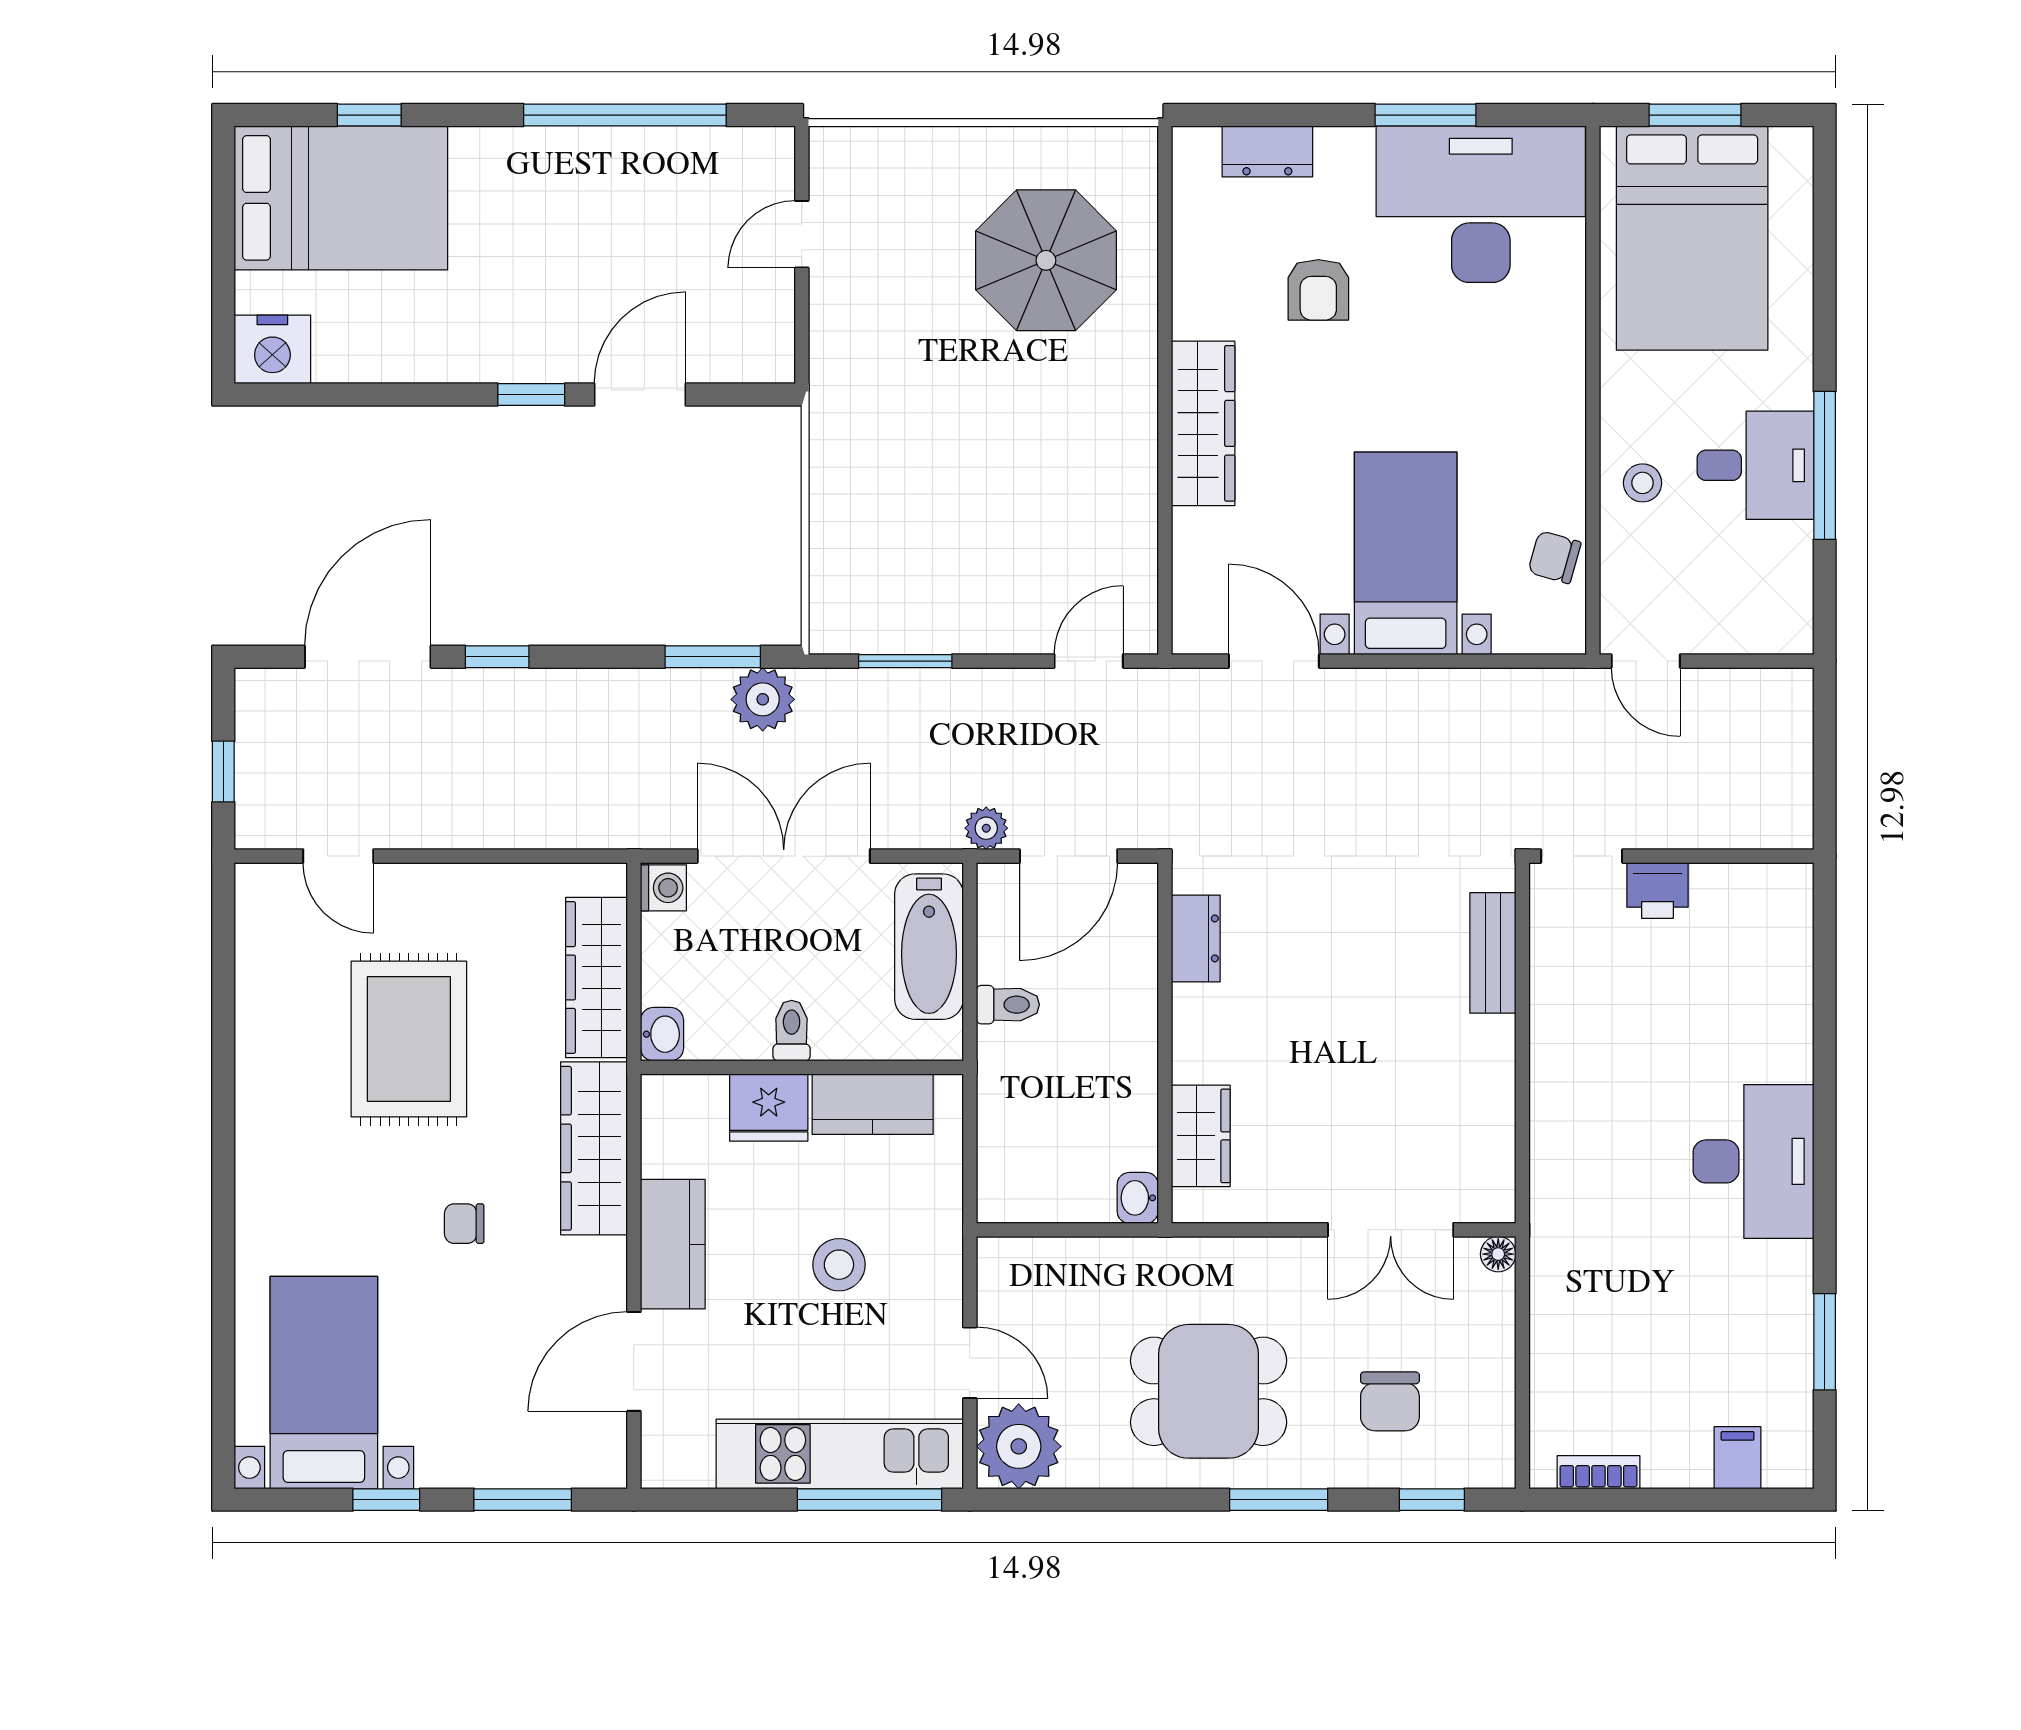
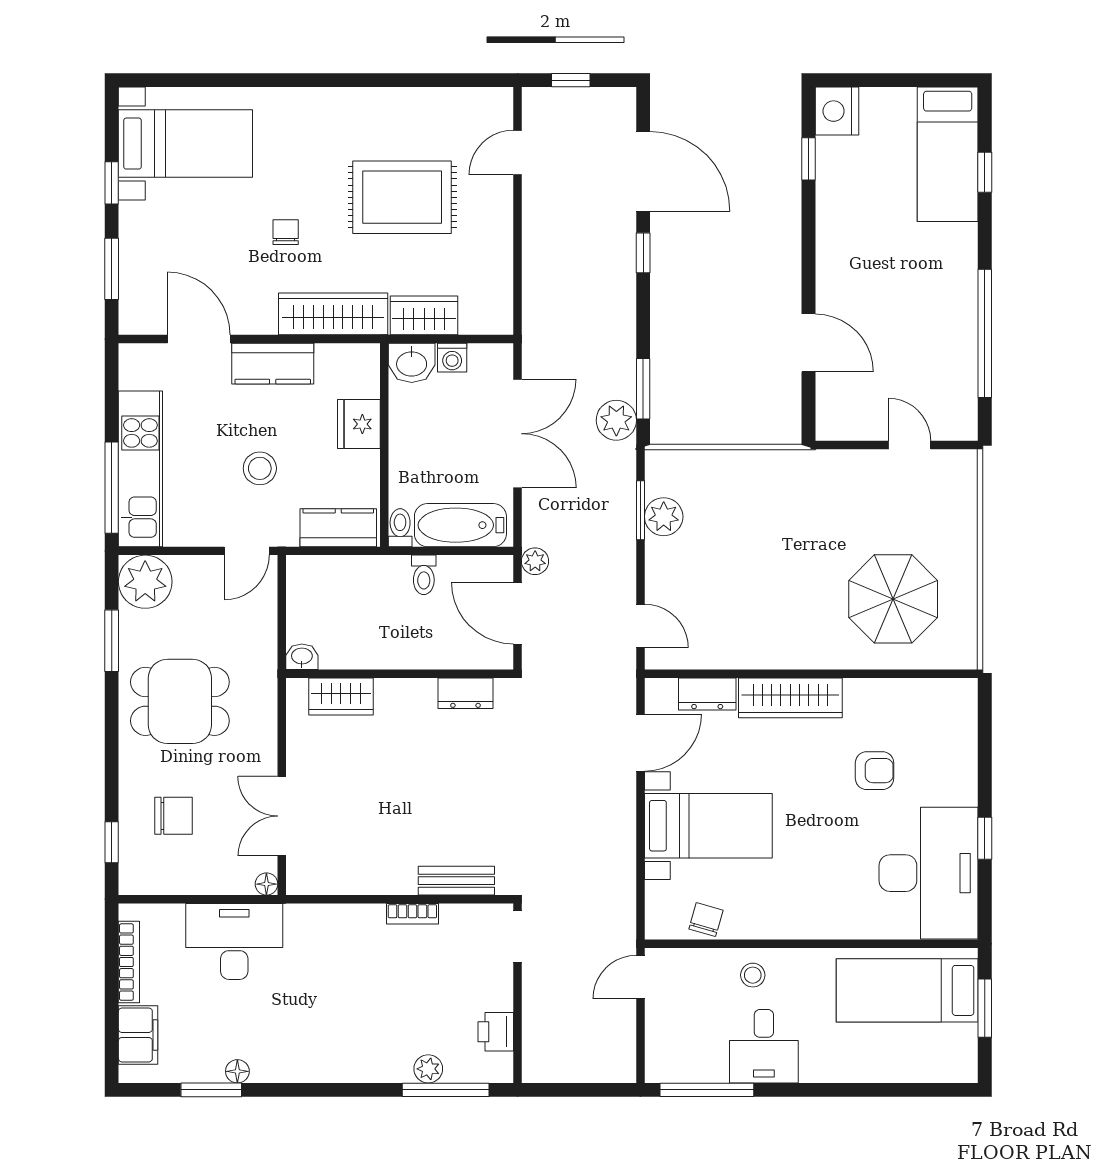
window: (1425, 115) -> (985, 838), width x0.67
dresser: (1267, 151) -> (707, 694), moved, turned -90
bed: (341, 198) -> (948, 154), width x0.67
bed: (1692, 238) -> (907, 990), width x0.67
armchair: (1318, 290) -> (875, 771), turned 180
window: (531, 395) -> (808, 159), moved
window: (1825, 465) -> (707, 1090), moved
plant: (916, 624) -> (664, 517), added
washing machine: (663, 888) -> (452, 358), moved
printer: (1657, 890) -> (496, 1032), moved
window: (1825, 970) -> (446, 1090), added
wardrobe: (596, 977) -> (424, 315), width x0.67
plant: (1791, 998) -> (428, 1069), added
bookcase: (1545, 1023) -> (412, 914), added
toilet: (792, 1031) -> (400, 528), moved, turned -90
washbasin: (662, 1034) -> (412, 363), width x1.38, depth x1.45
kitchen counter: (873, 1104) -> (338, 528), moved, turned 90
desk: (1753, 1161) -> (234, 941), moved, turned 180
floor lamp: (1795, 1300) -> (237, 1071), added
door: (970, 1363) -> (247, 551), moved
dining table: (1209, 1391) -> (180, 701), turned 90
chair: (1390, 1401) -> (174, 816), turned 180
filing cabinet: (1738, 1458) -> (138, 1035), width x2.00
bookcase: (1599, 1472) -> (129, 962), width x1.56
window: (1279, 1500) -> (112, 641), moved

